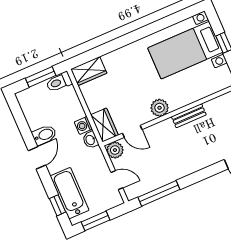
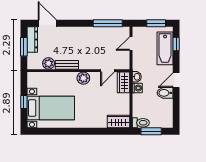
door: (132, 131) -> (108, 71), swing flipped
plant: (115, 150) -> (49, 63), moved
door: (117, 180) -> (131, 44), hinge flipped

